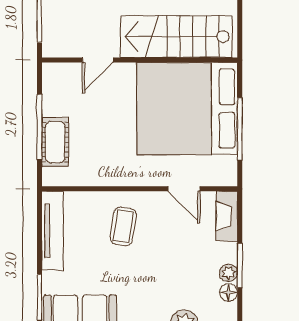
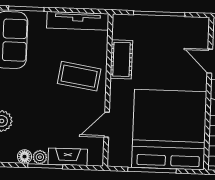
cot: (55, 142) -> (121, 59), moved, turned 90
fireplace: (227, 216) -> (68, 157), moved
coffee table: (123, 226) -> (79, 76), width x1.36, depth x1.30

